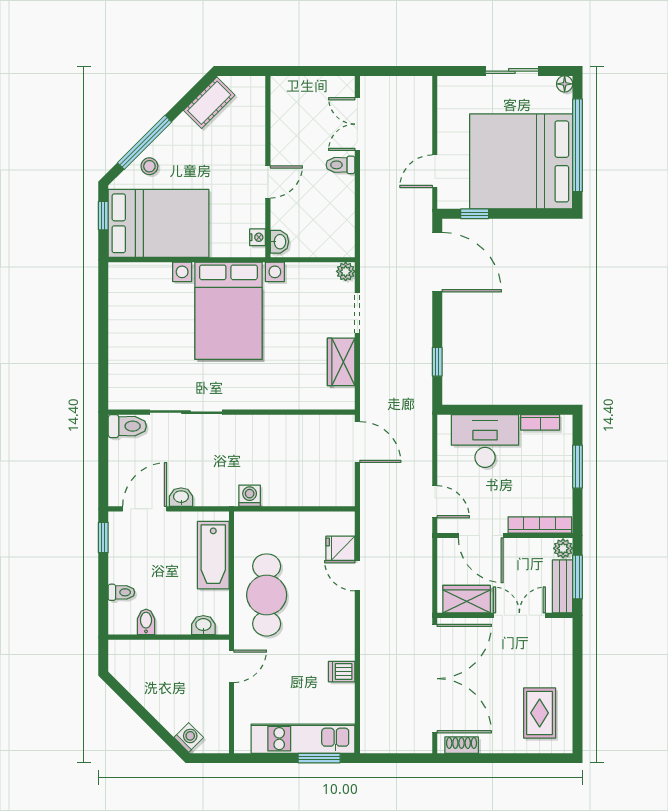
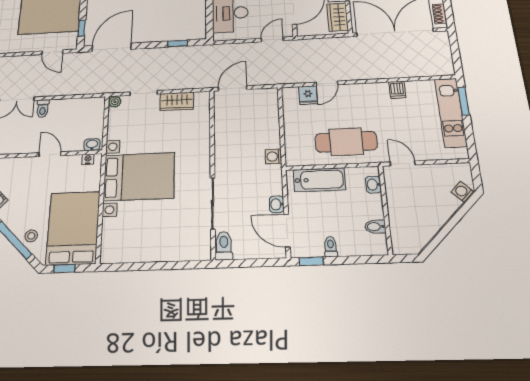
toilet: (121, 592) -> (331, 247), moved

